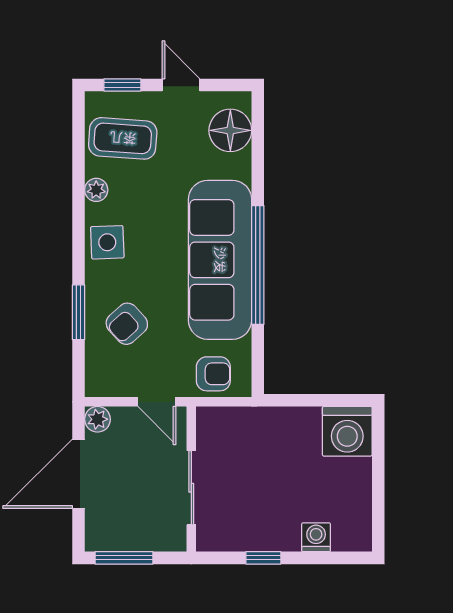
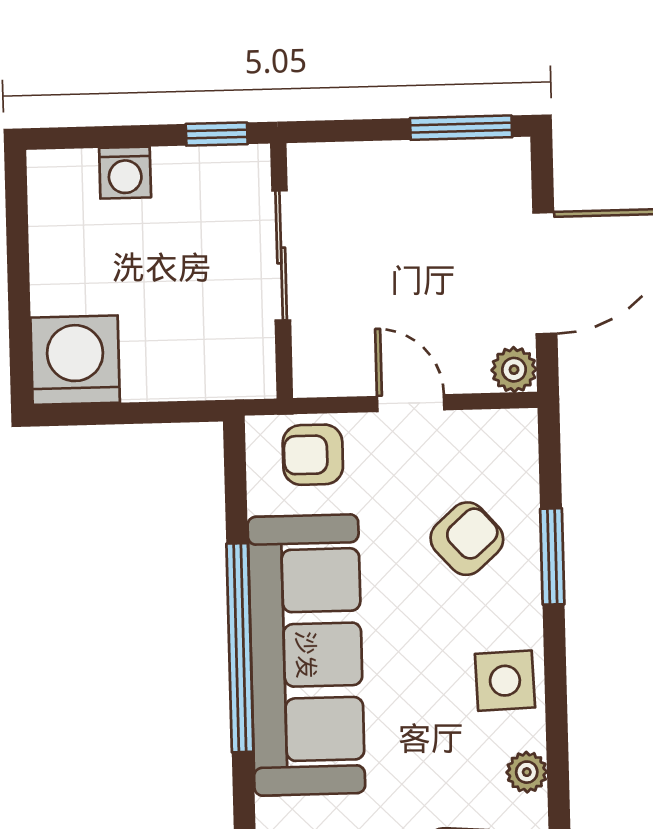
wall: (191, 479) -> (282, 271), moved
sliding door: (191, 488) -> (281, 255), moved

